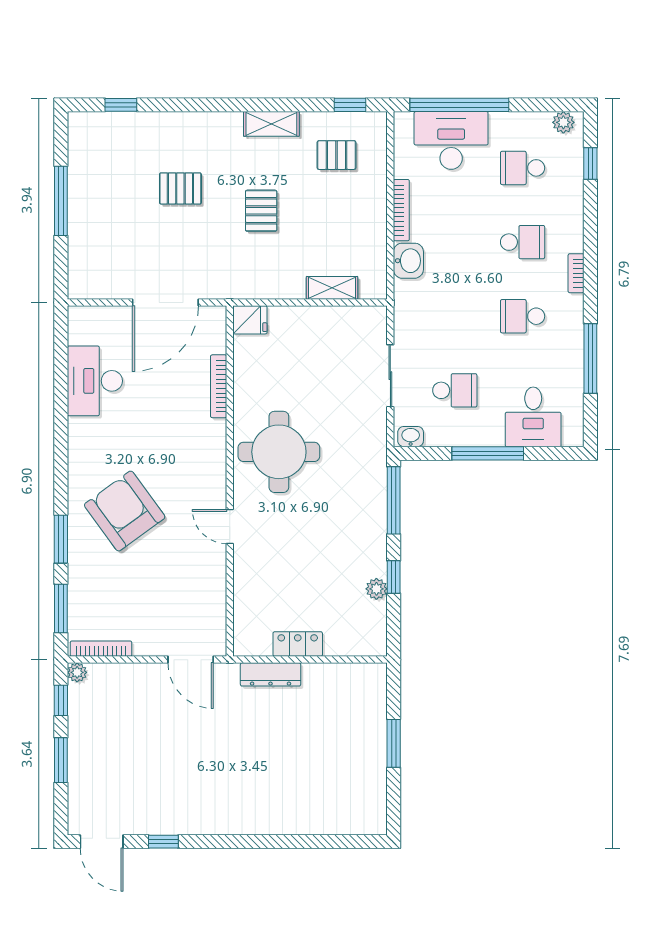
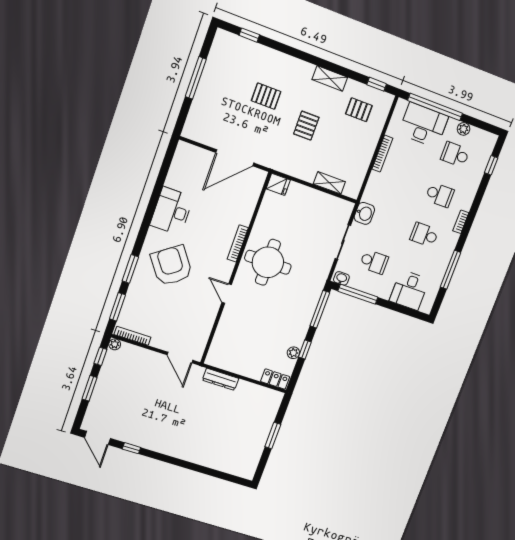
plant: (563, 122) -> (464, 129), moved
washbasin: (408, 261) -> (364, 213), moved
desk: (95, 381) -> (172, 211), moved
bookcase: (219, 386) -> (238, 243), moved
window: (488, 453) -> (358, 294), moved
locker: (298, 644) -> (275, 379), moved

